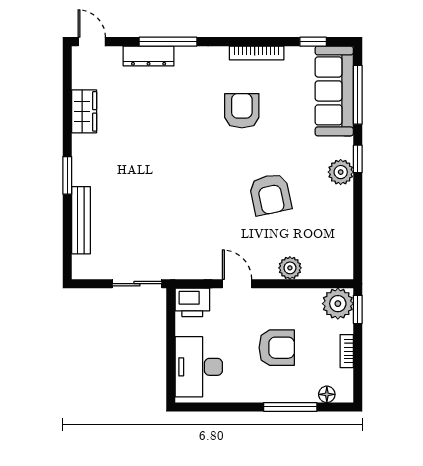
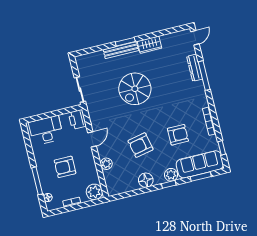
window: (358, 95) -> (201, 177), width x0.69
wardrobe: (84, 111) -> (150, 45), moved
armchair: (242, 111) -> (178, 135), moved
plant: (341, 172) -> (171, 175), moved
spiral stairs: (161, 179) -> (135, 89), added
floor lamp: (339, 201) -> (146, 180), added
bench: (81, 220) -> (121, 50), moved
window: (358, 309) -> (94, 203), removed
armchair: (277, 348) -> (65, 167), turned 90

